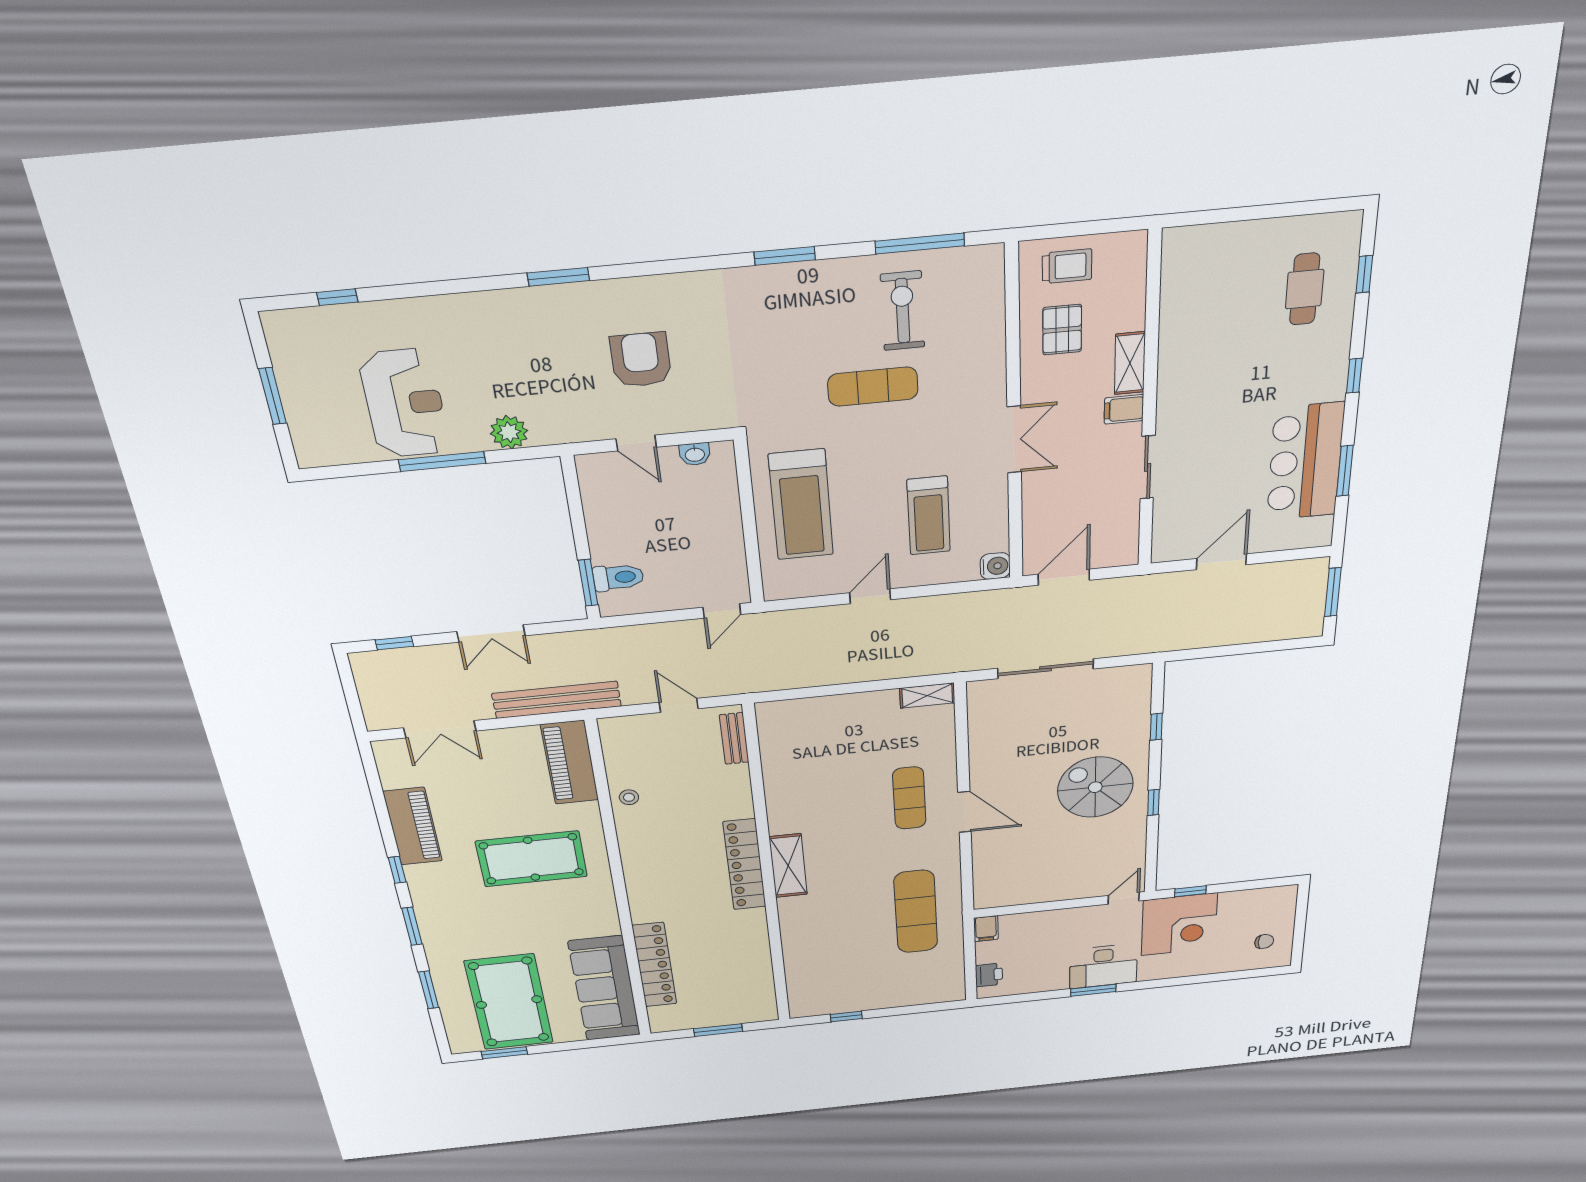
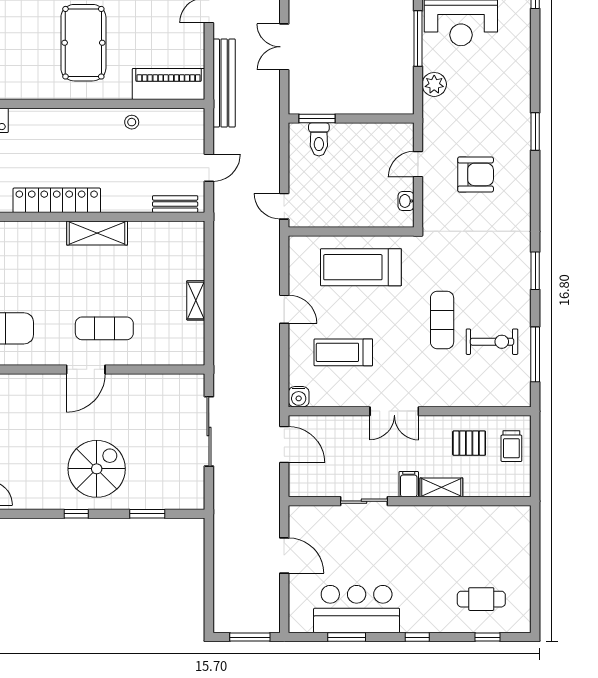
shelving: (927, 696) -> (196, 300), moved
window: (1156, 727) -> (147, 514), width x1.50
shelving: (788, 866) -> (97, 233), moved

